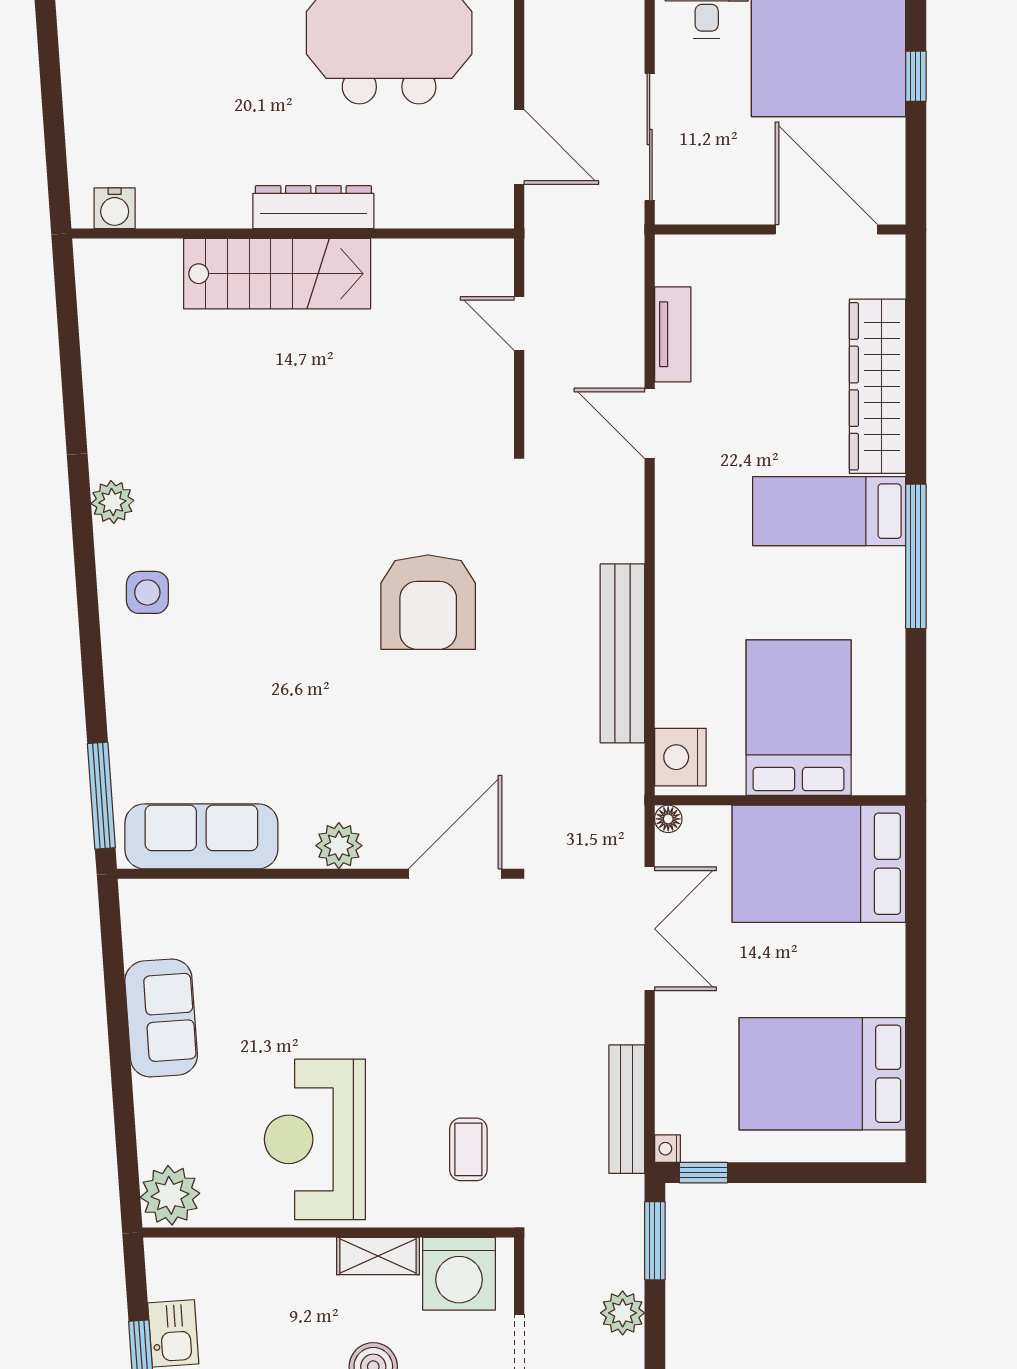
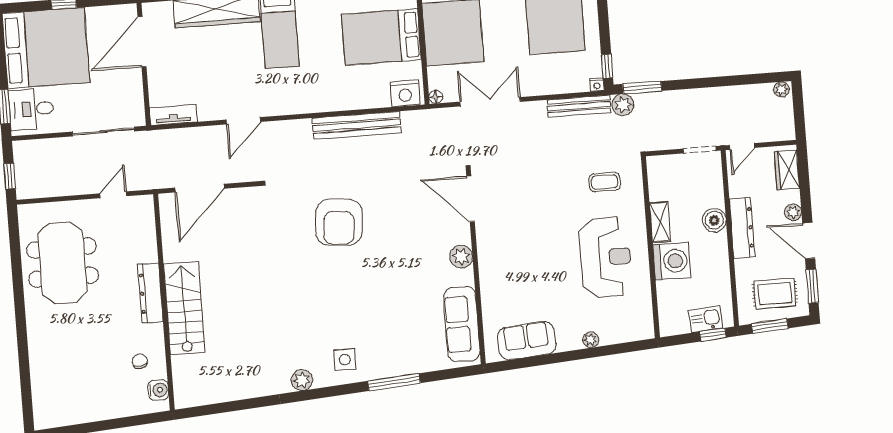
door: (519, 147) -> (113, 195), width x0.73
chair: (176, 175) -> (140, 361), added
door: (519, 323) -> (199, 188), width x1.88
tv unit: (673, 334) -> (173, 115), moved
armchair: (428, 602) -> (339, 222), turned 95
window: (101, 796) -> (394, 382), moved
sofa: (161, 1018) -> (527, 341), moved
reception desk: (315, 1139) -> (605, 257), turned -90
plant: (170, 1195) -> (591, 340), moved, width x0.53, depth x0.53
washing machine: (459, 1274) -> (672, 261), moved
plant: (623, 1313) -> (623, 105), moved

